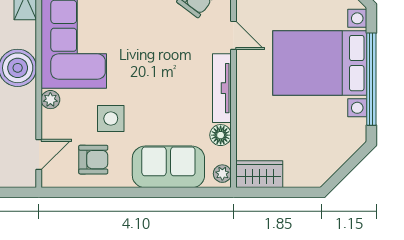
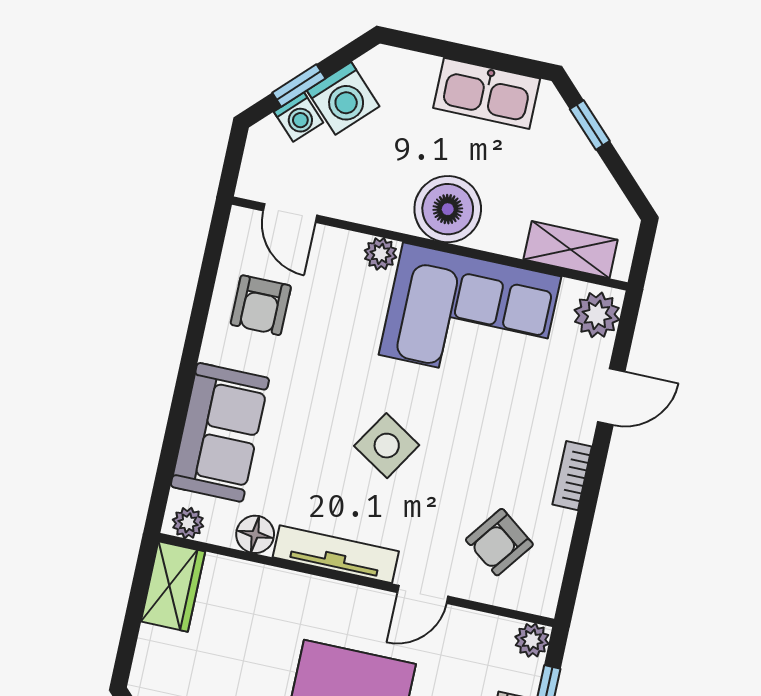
side table: (111, 119) -> (387, 446), moved, turned 32

